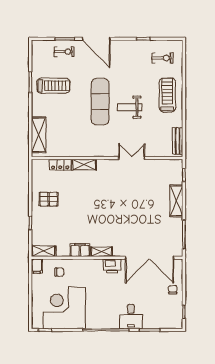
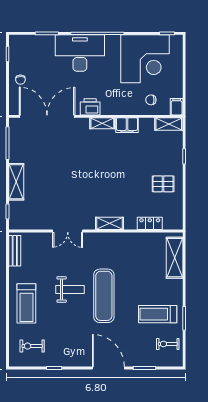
exercise bike: (64, 52) -> (168, 344), moved
shelving: (84, 165) -> (110, 223), moved
desk: (131, 317) -> (80, 53), width x1.87, depth x1.30

